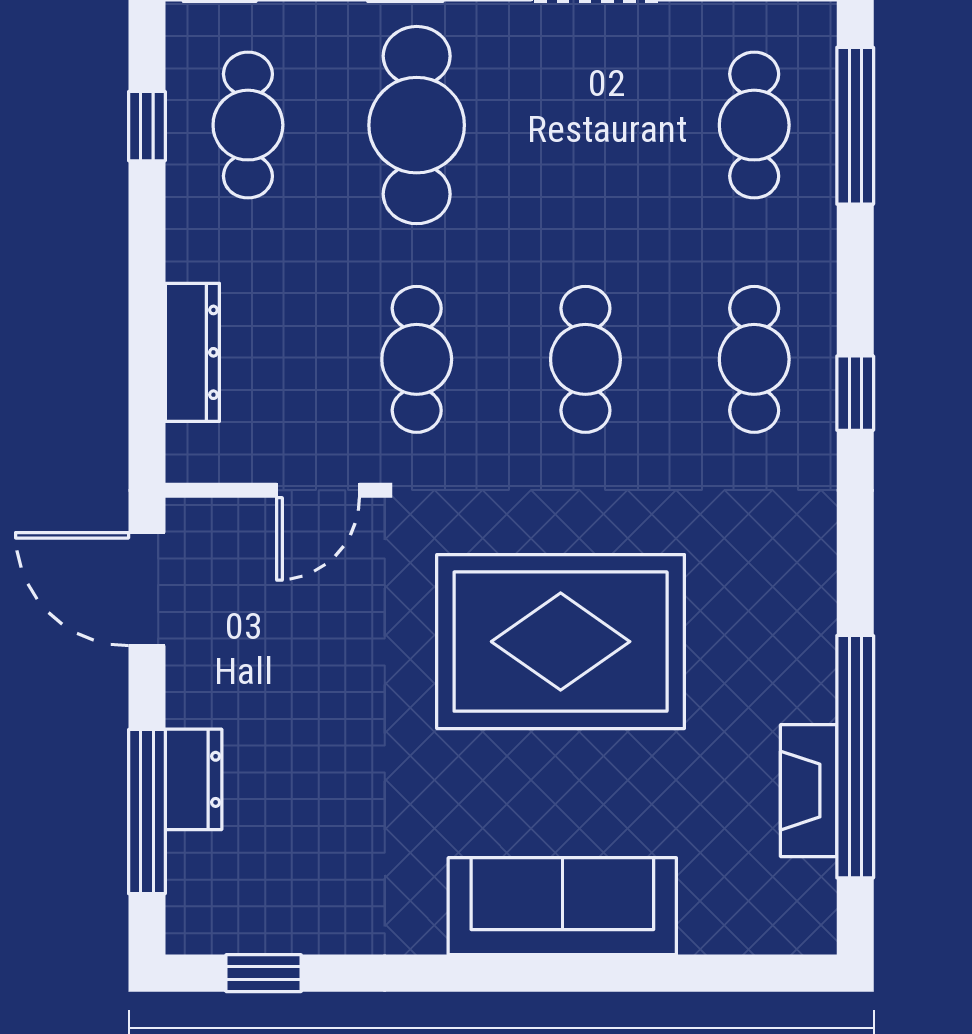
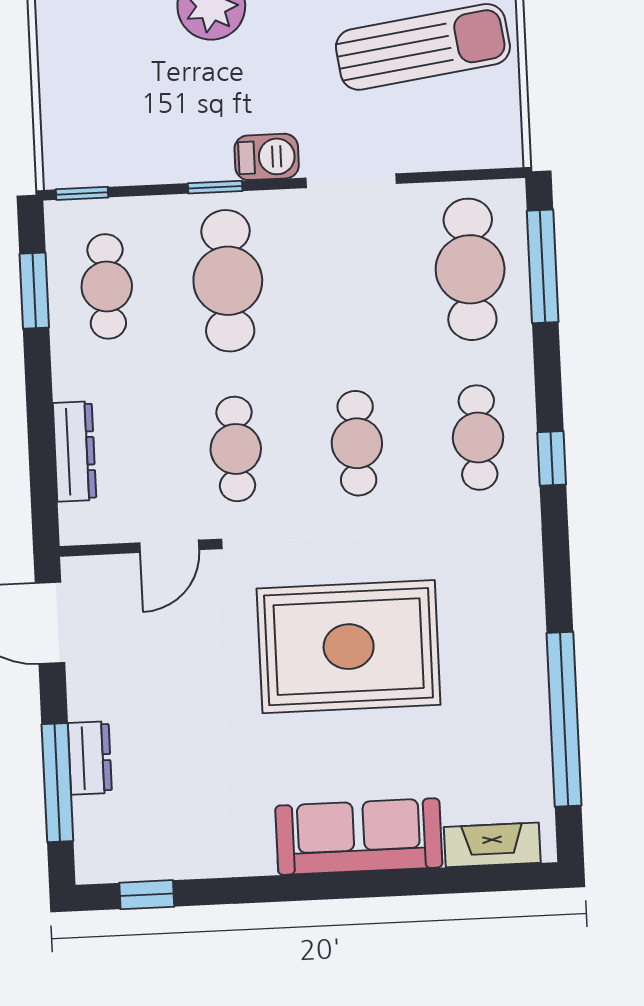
cafe table: (754, 125) -> (470, 269), width x1.37, depth x1.35
window: (147, 126) -> (34, 291), width x1.50
fireplace: (809, 791) -> (492, 845), moved, turned 90

